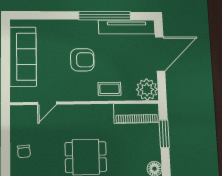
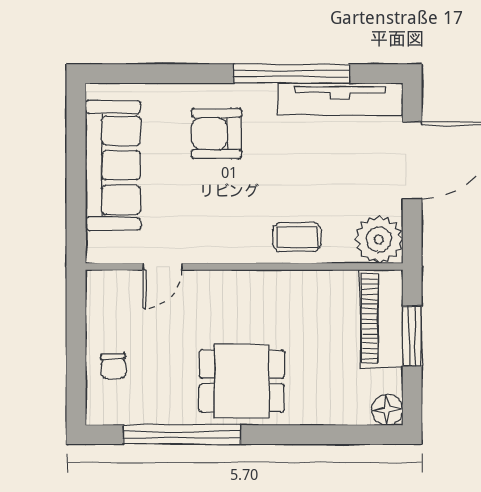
armchair: (82, 60) -> (216, 134), moved, turned 180
piano: (136, 113) -> (381, 319), moved, turned 90

